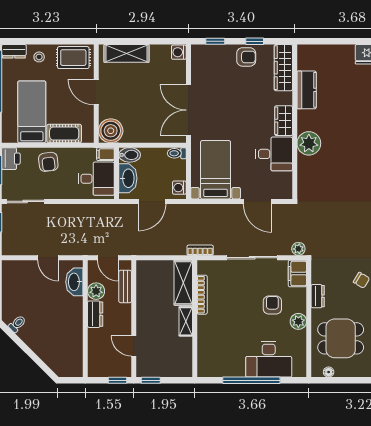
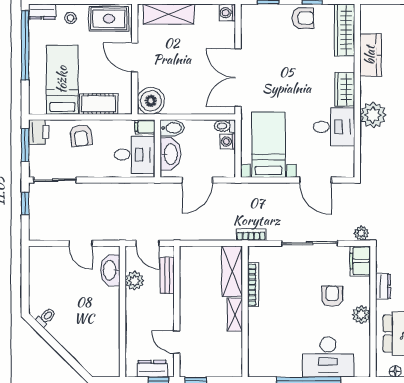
washing machine: (179, 188) -> (228, 141), moved
dresser: (95, 314) -> (152, 369), moved, turned -90

